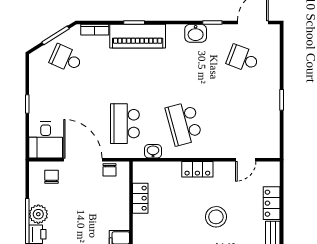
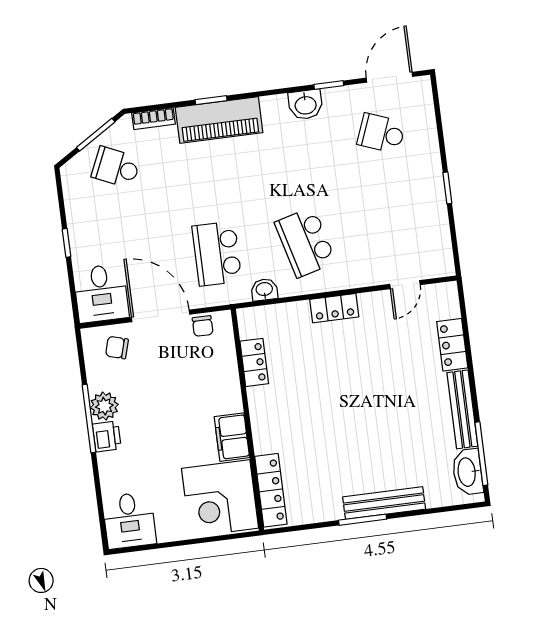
chair: (52, 177) -> (117, 348), turned -74
stool: (216, 217) -> (371, 376), removed

